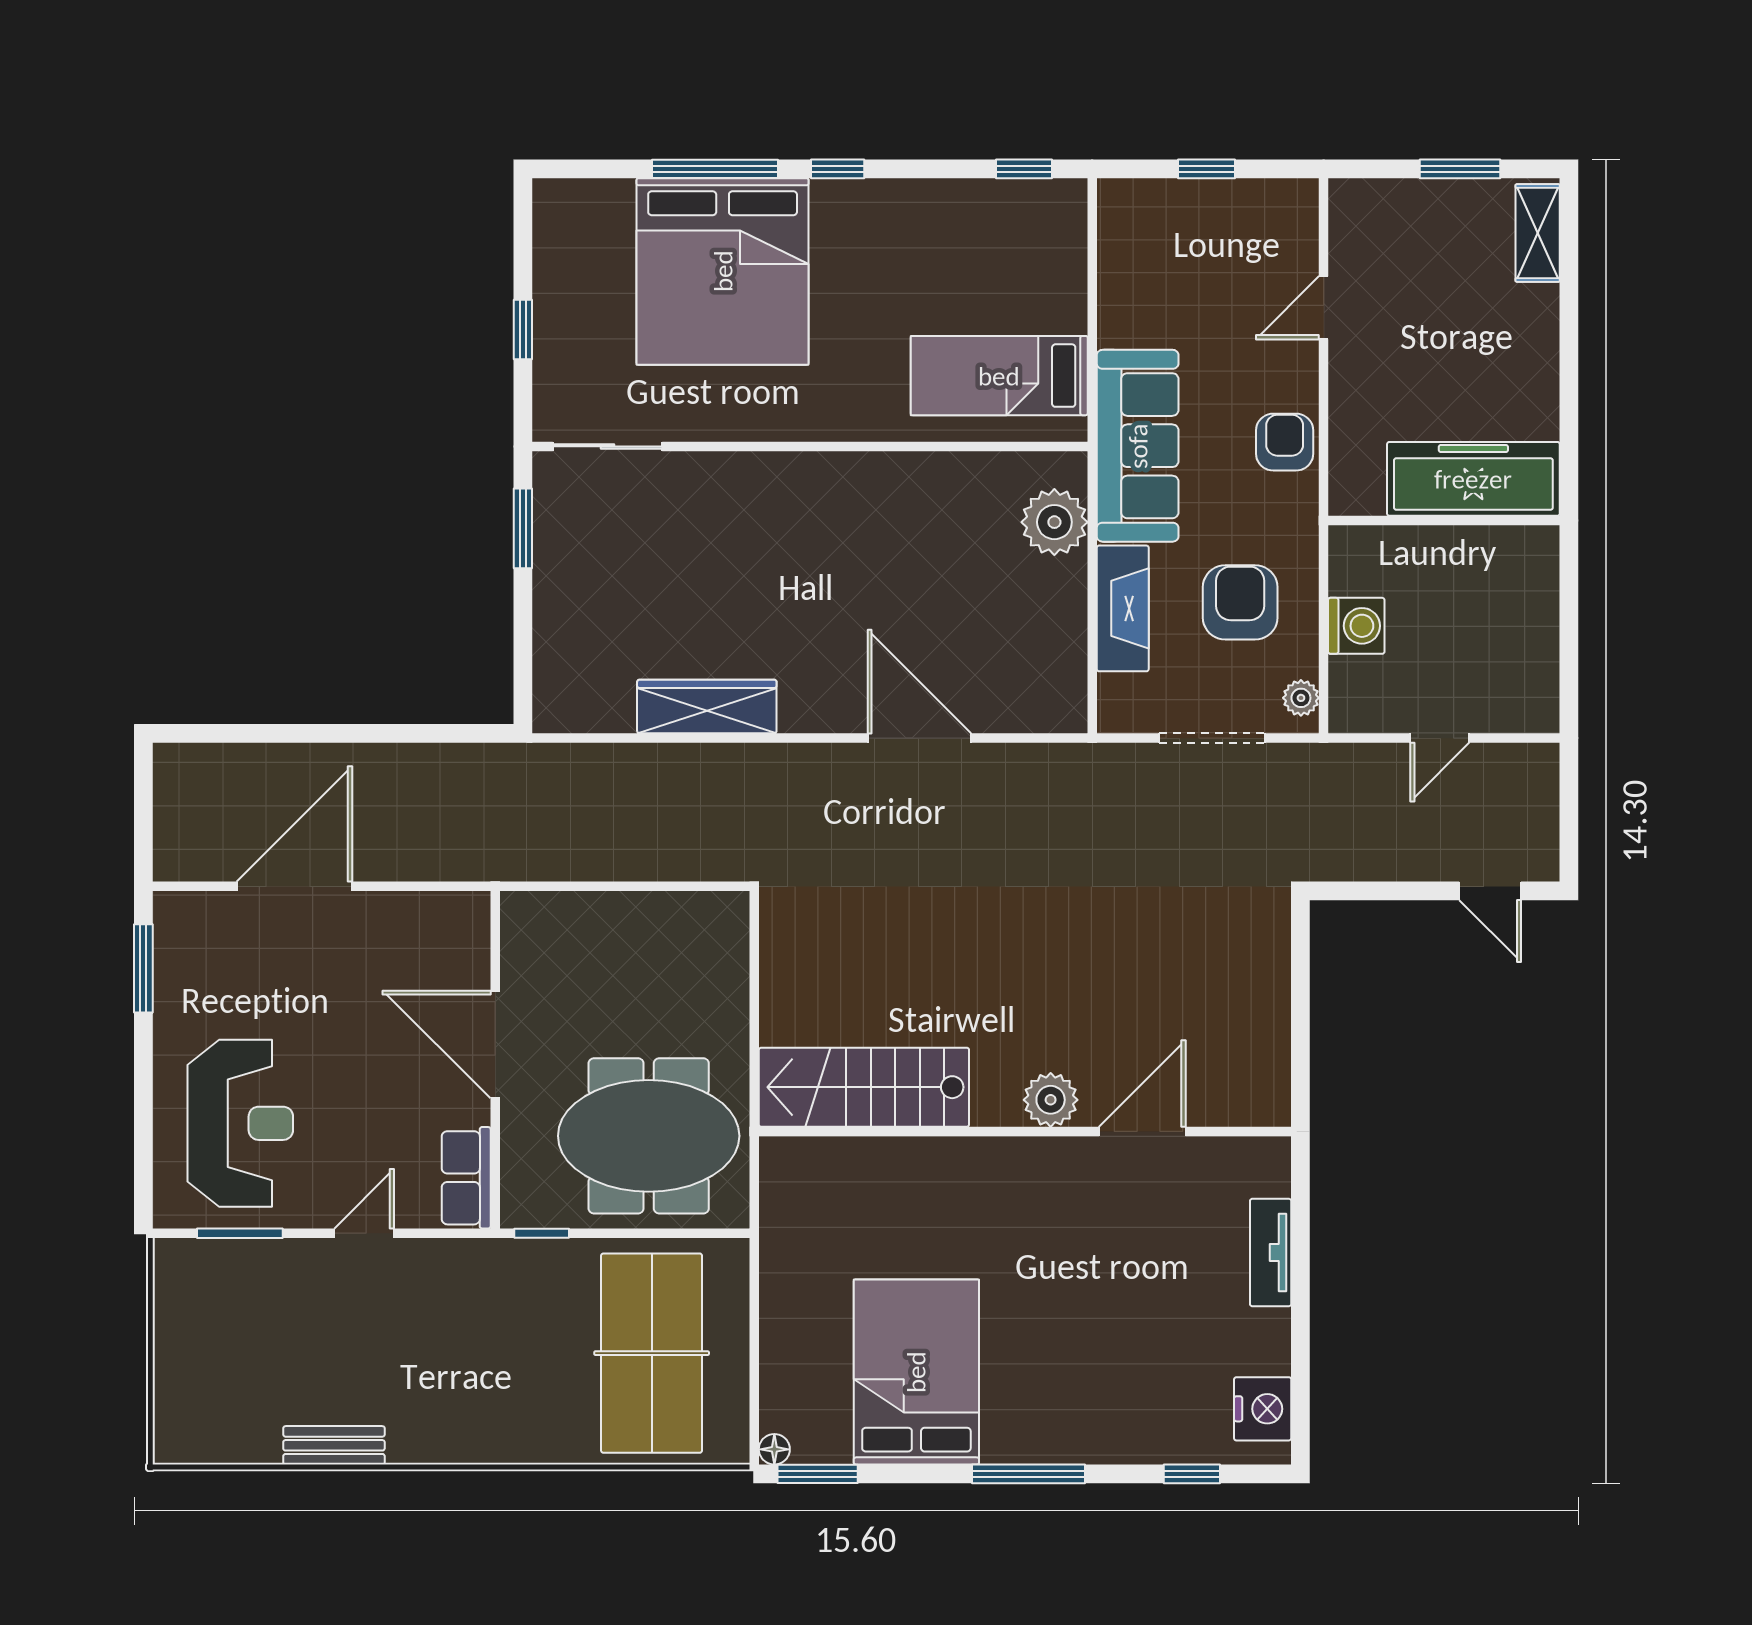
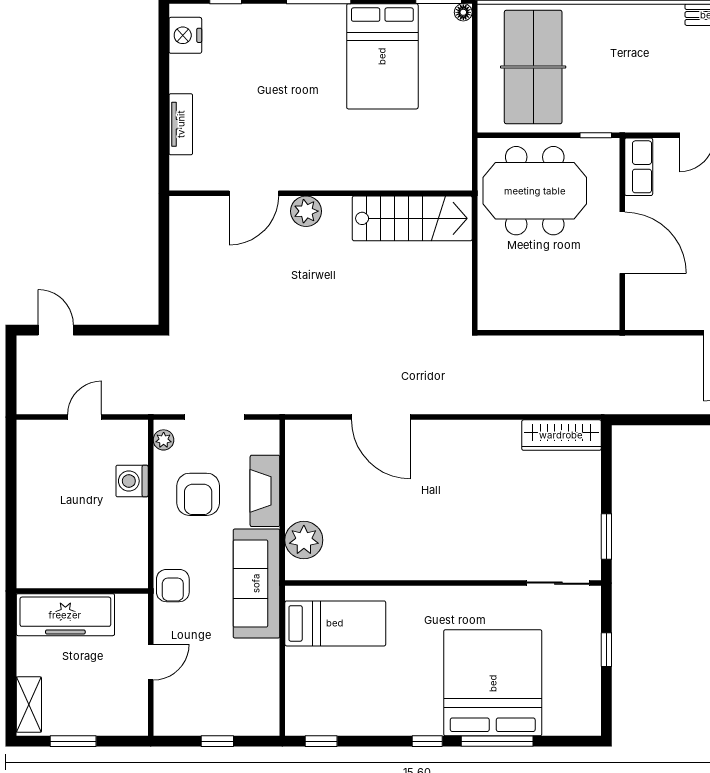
freezer: (1473, 479) -> (65, 615), moved
wall: (1444, 521) -> (82, 591), moved
wardrobe: (707, 706) -> (561, 435), moved

